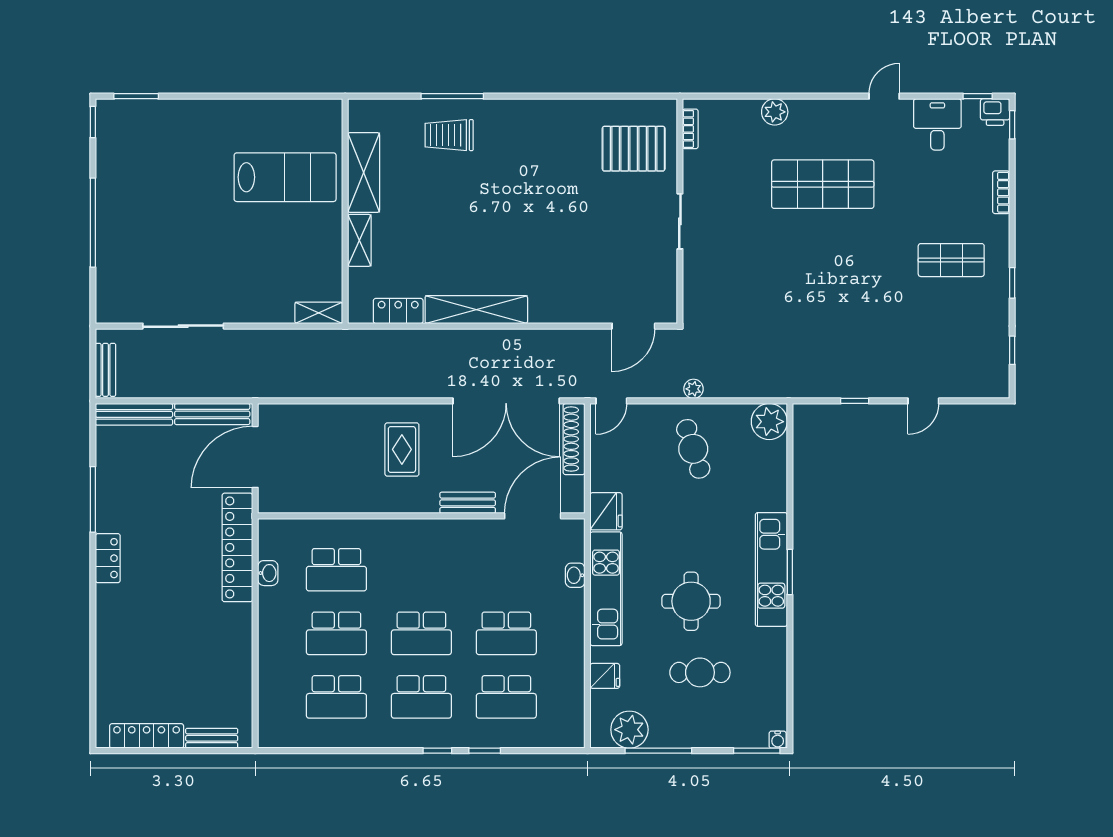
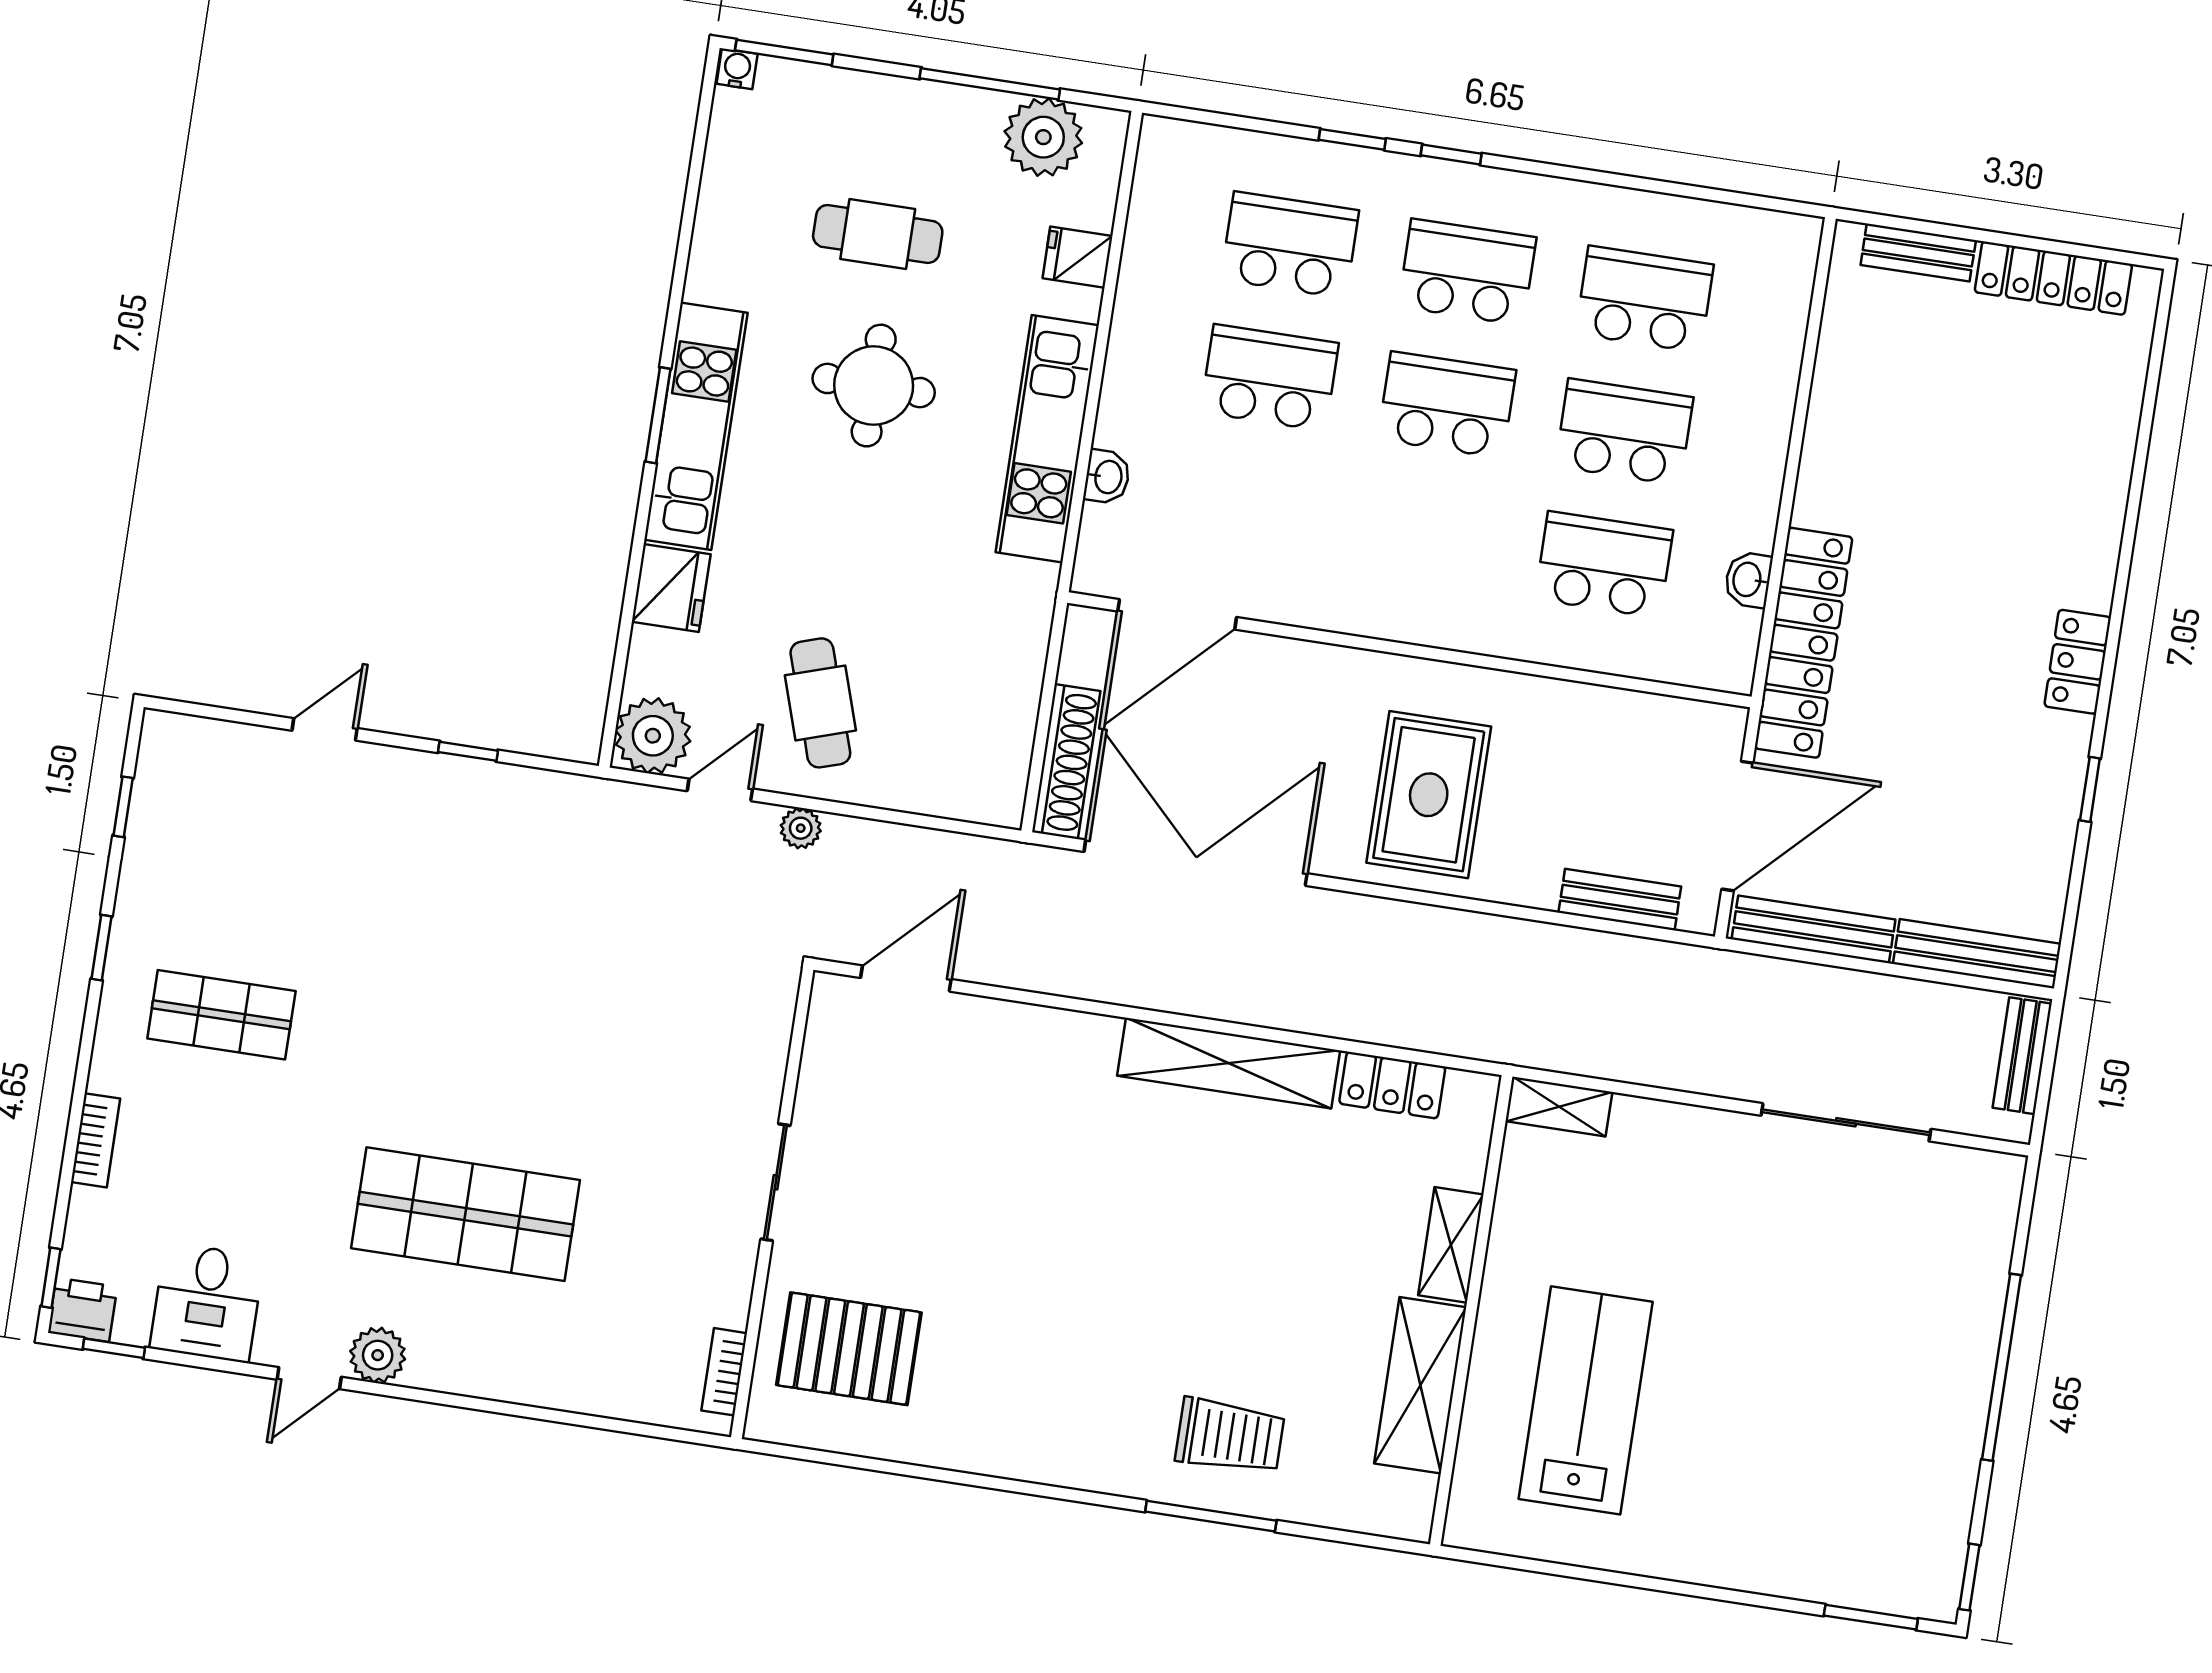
plant: (775, 112) -> (378, 1355), moved
lab bench: (285, 177) -> (1586, 1400), turned 90
door: (611, 401) -> (720, 790), moved
rug: (402, 449) -> (1429, 795), width x1.36, depth x1.43
window: (93, 499) -> (2090, 789), width x0.46
bench: (468, 503) -> (1620, 900), moved
fridge: (606, 511) -> (671, 588), moved, turned 180

